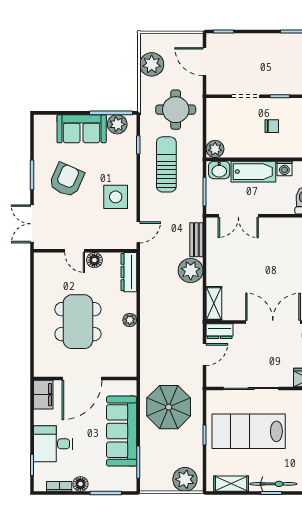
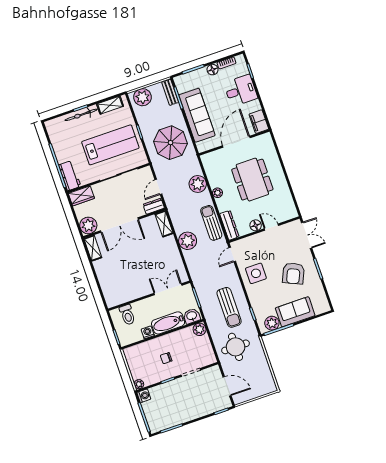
plant: (152, 64) -> (198, 184), moved
bench: (196, 240) -> (170, 92), moved
sun lounger: (152, 283) -> (211, 223), added

